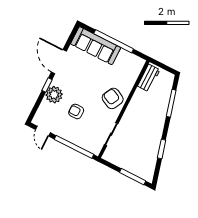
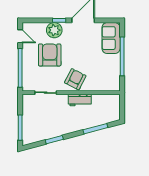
sofa: (96, 46) -> (111, 38), width x0.73
workbench: (149, 78) -> (80, 100), moved
armchair: (76, 111) -> (50, 55), width x1.88, depth x1.88
door: (43, 131) -> (20, 36), swing flipped

